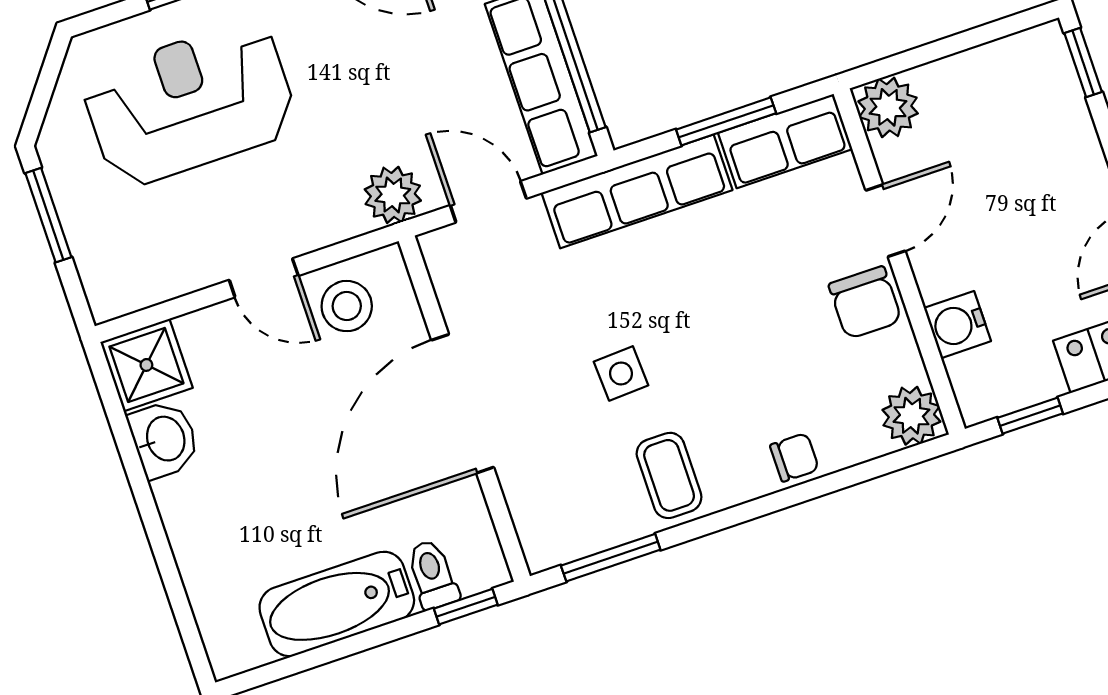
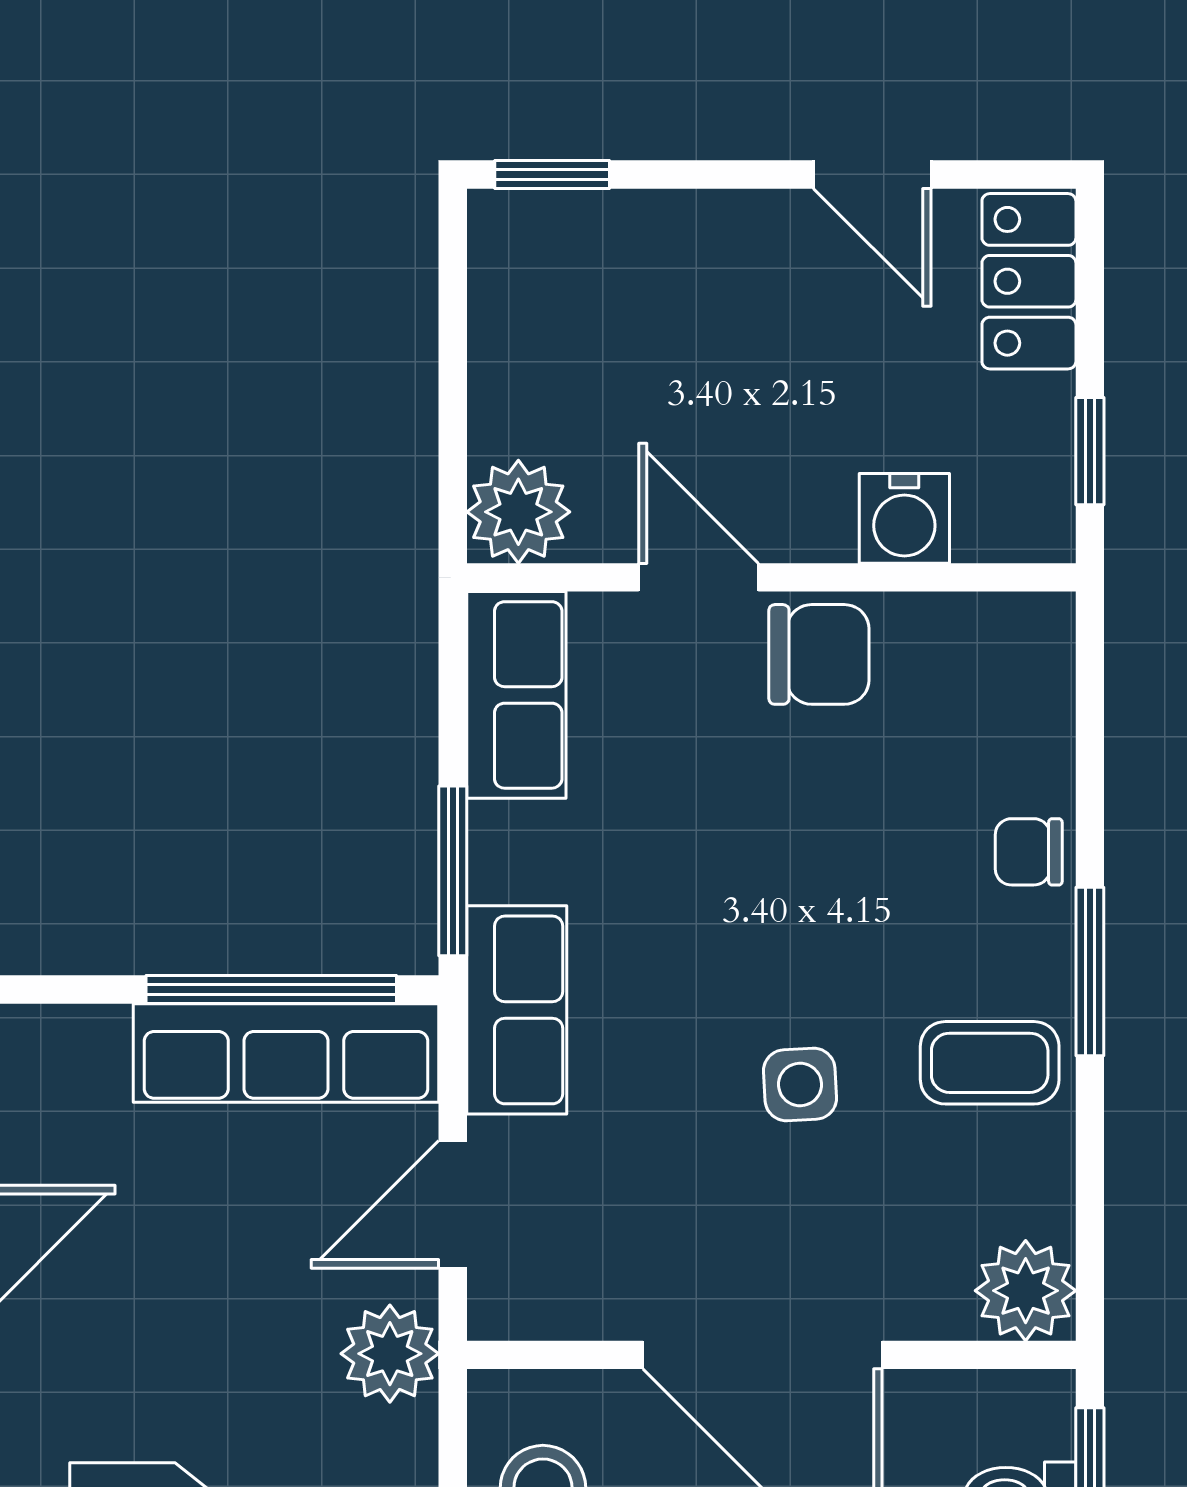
window: (726, 121) -> (453, 871), moved
row of seats: (637, 191) -> (517, 1010), width x0.68
plant: (911, 416) -> (1026, 1291), moved
chair: (794, 457) -> (1029, 852), turned -90
window: (611, 558) -> (1090, 971), moved

